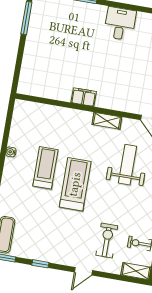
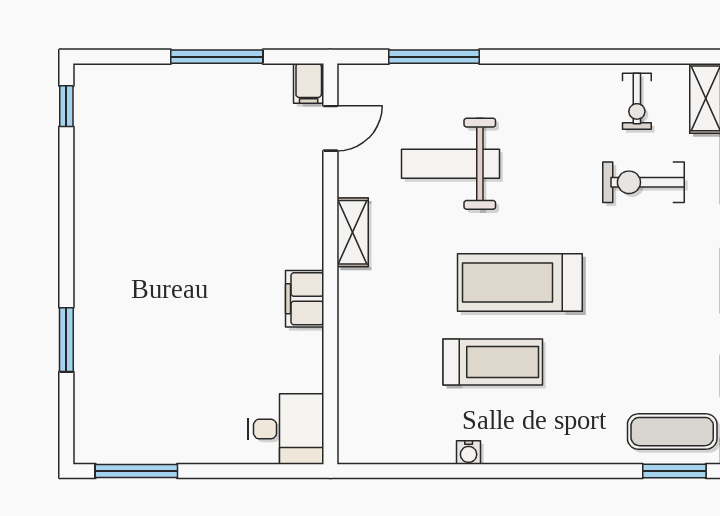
desk: (120, 24) -> (286, 429), moved, turned 180
treadmill: (45, 168) -> (493, 362), turned 180

